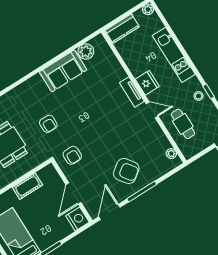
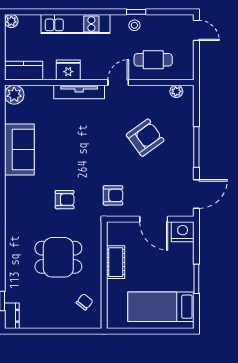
kitchen counter: (122, 28) -> (24, 71), moved, turned -90
plant: (86, 51) -> (14, 95), moved
fridge: (147, 83) -> (68, 70), moved
tv unit: (132, 92) -> (79, 92), width x1.41
armchair: (126, 171) -> (145, 138), moved
door: (109, 212) -> (196, 194), swing flipped

